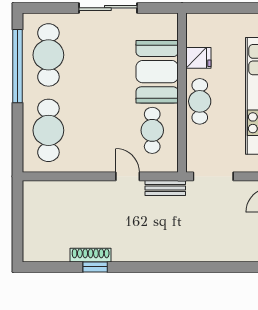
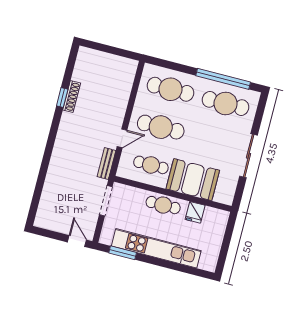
cafe table: (100, 130) -> (161, 127), added

